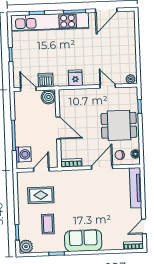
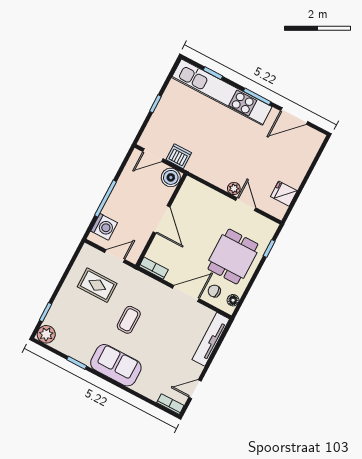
fridge: (75, 78) -> (284, 194), moved, turned -90
plant: (131, 79) -> (234, 188), moved
door: (28, 89) -> (153, 155), swing flipped
dining table: (119, 125) -> (233, 257), turned 90
coffee table: (48, 224) -> (129, 320), moved

